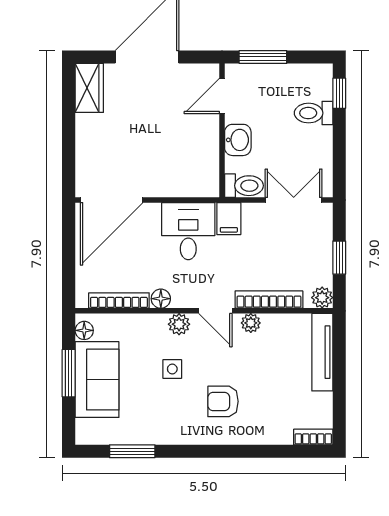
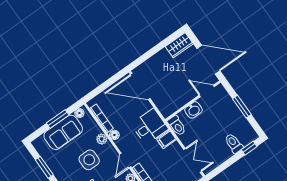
door: (222, 96) -> (207, 91), moved
wall: (222, 130) -> (193, 101), moved
washbasin: (238, 140) -> (194, 110), moved
toilet: (244, 186) -> (177, 126), moved
plant: (179, 324) -> (102, 139), moved
side table: (172, 369) -> (89, 160), width x1.87, depth x1.87

